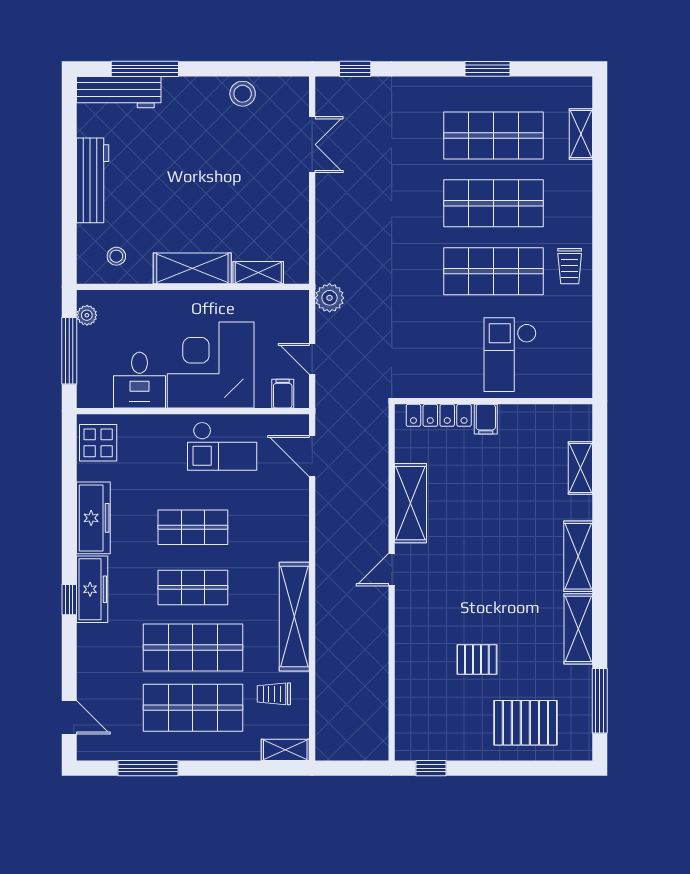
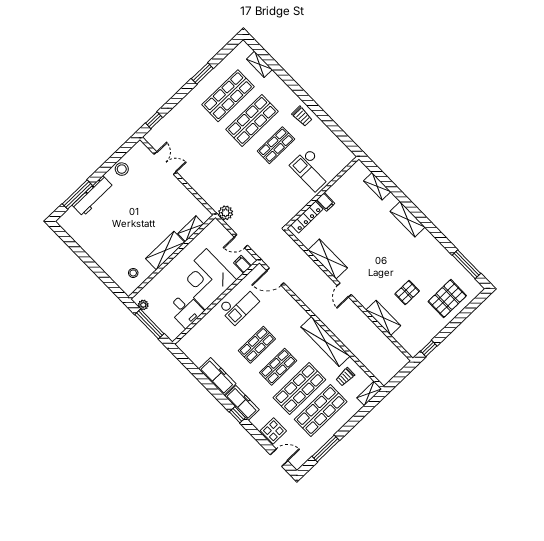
workbench: (119, 92) -> (93, 196), moved
workbench: (93, 180) -> (98, 254), removed
shop shelf: (493, 271) -> (276, 145), width x0.70, depth x0.74
display table: (98, 443) -> (273, 431), moved
shelving: (578, 629) -> (383, 318), moved

